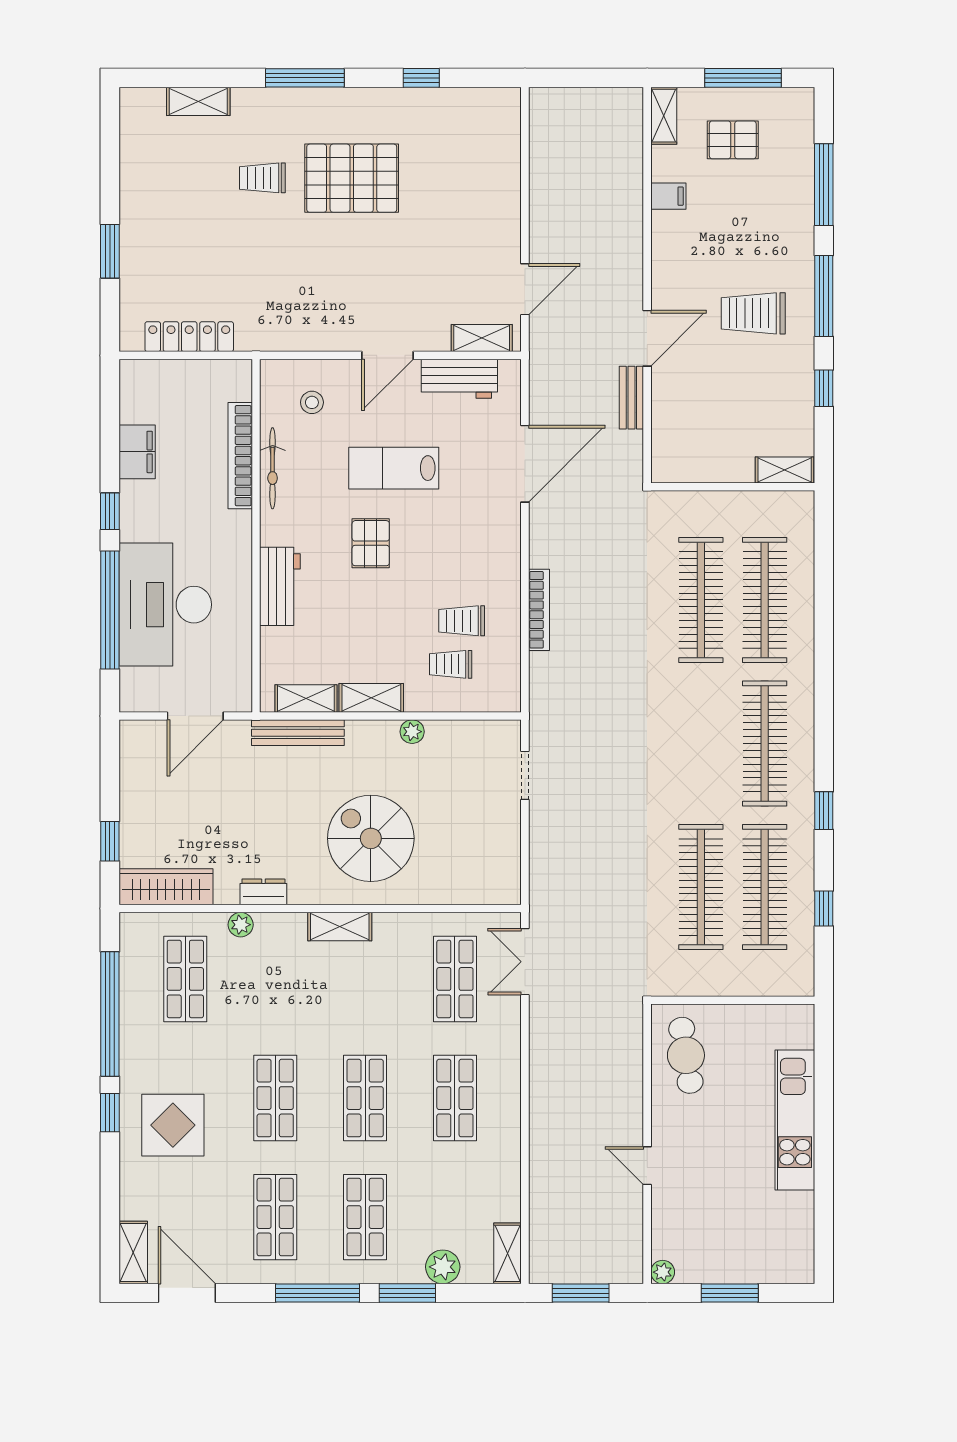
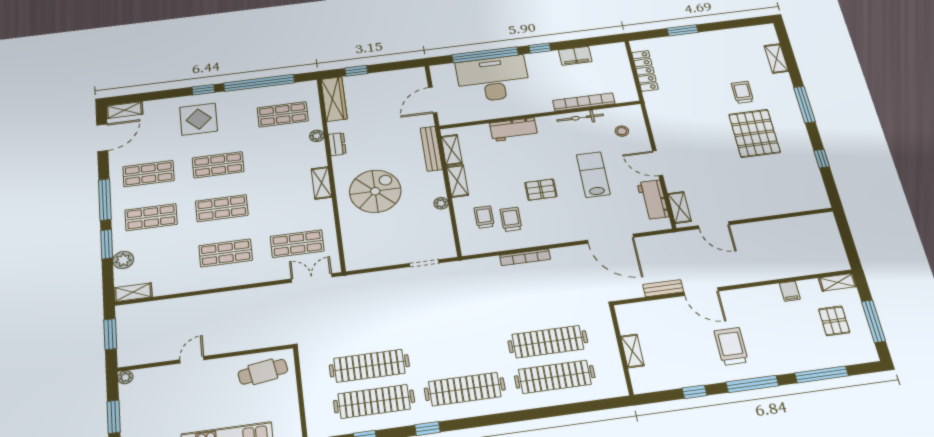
shelving: (785, 470) -> (632, 351), moved
pallet: (371, 543) -> (541, 190), moved
door: (195, 716) -> (433, 100), hinge flipped

